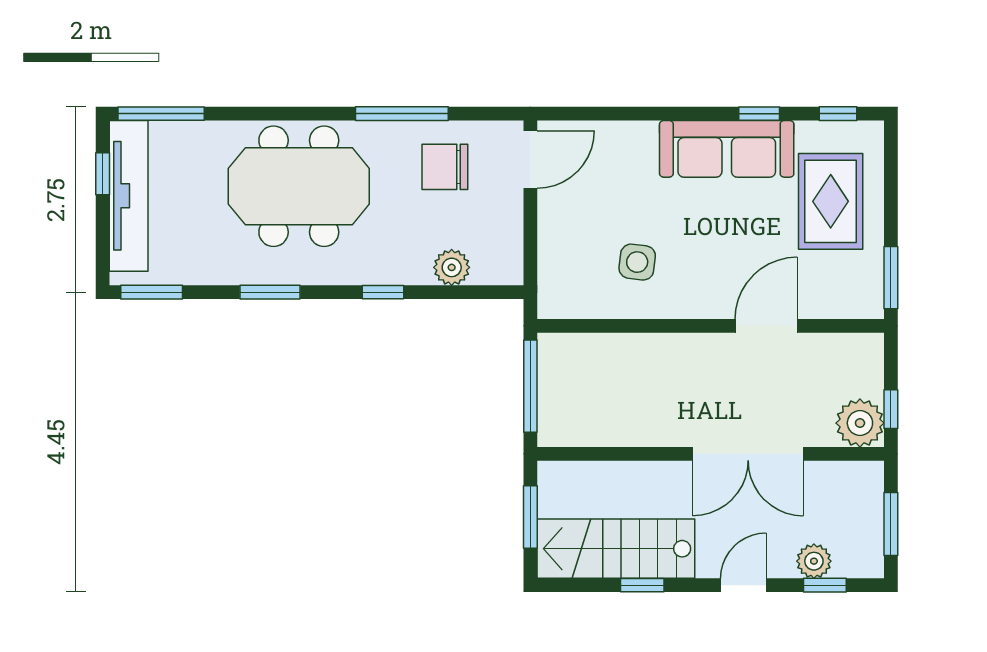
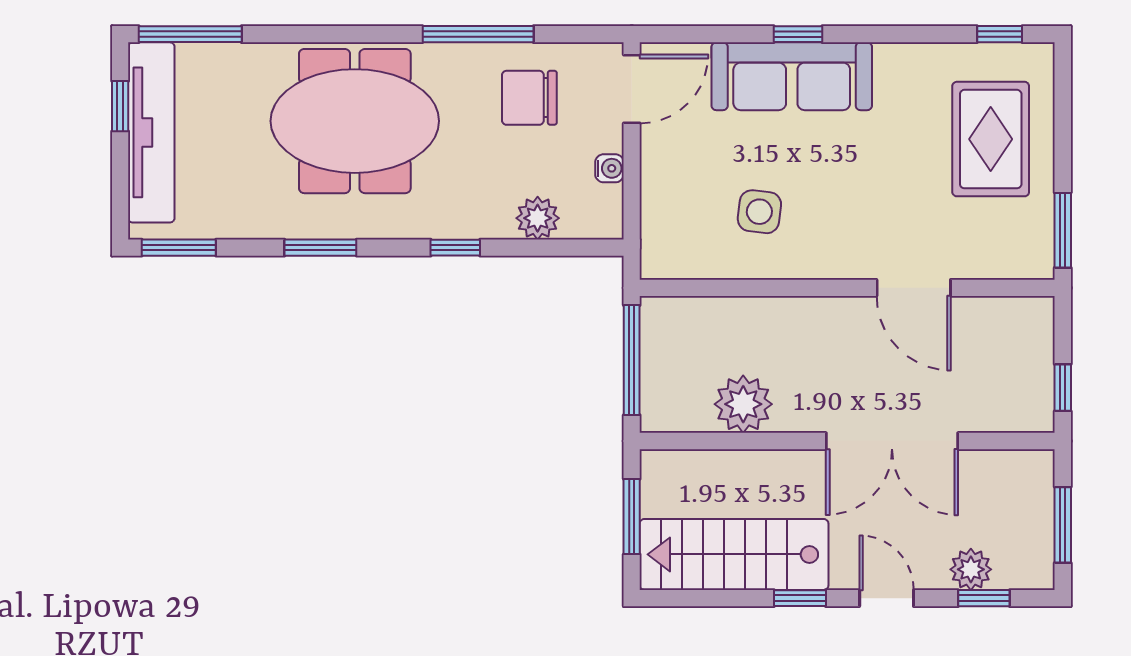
window: (759, 114) -> (798, 34), moved
sofa: (727, 149) -> (792, 76), moved
water cooler: (512, 226) -> (609, 168), added
door: (766, 326) -> (914, 288), swing flipped
plant: (860, 423) -> (743, 404), moved
window: (642, 585) -> (800, 598), moved
door: (743, 585) -> (887, 598), hinge flipped

